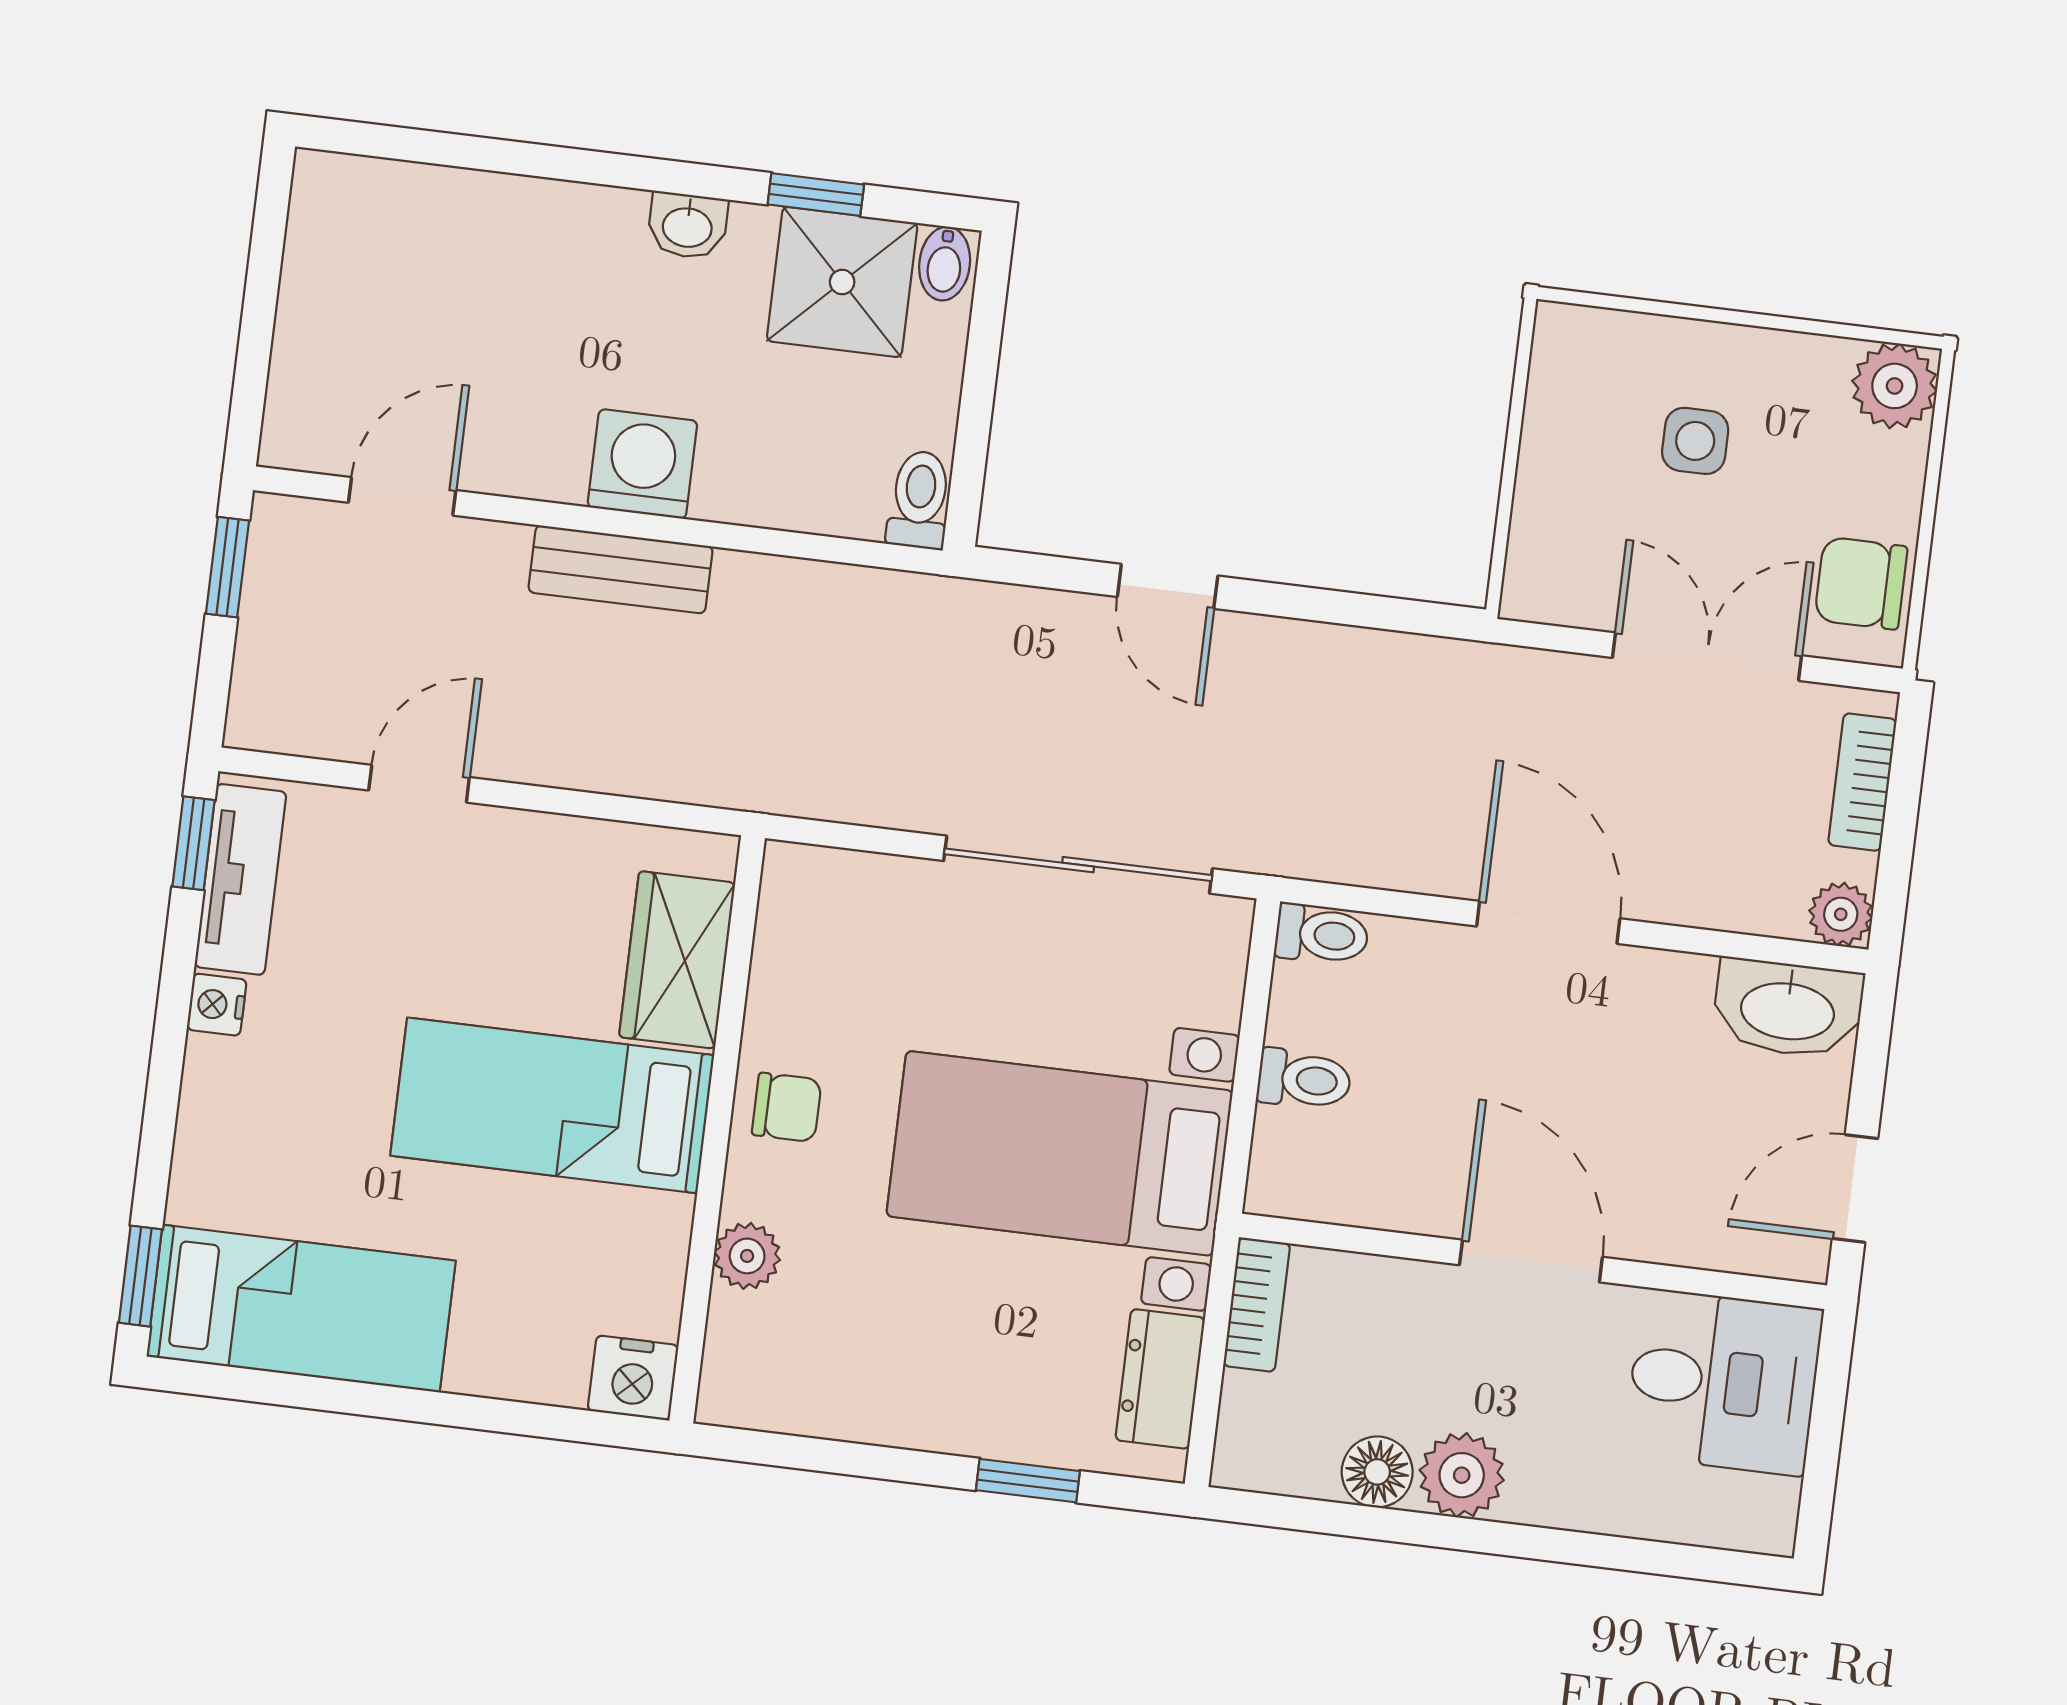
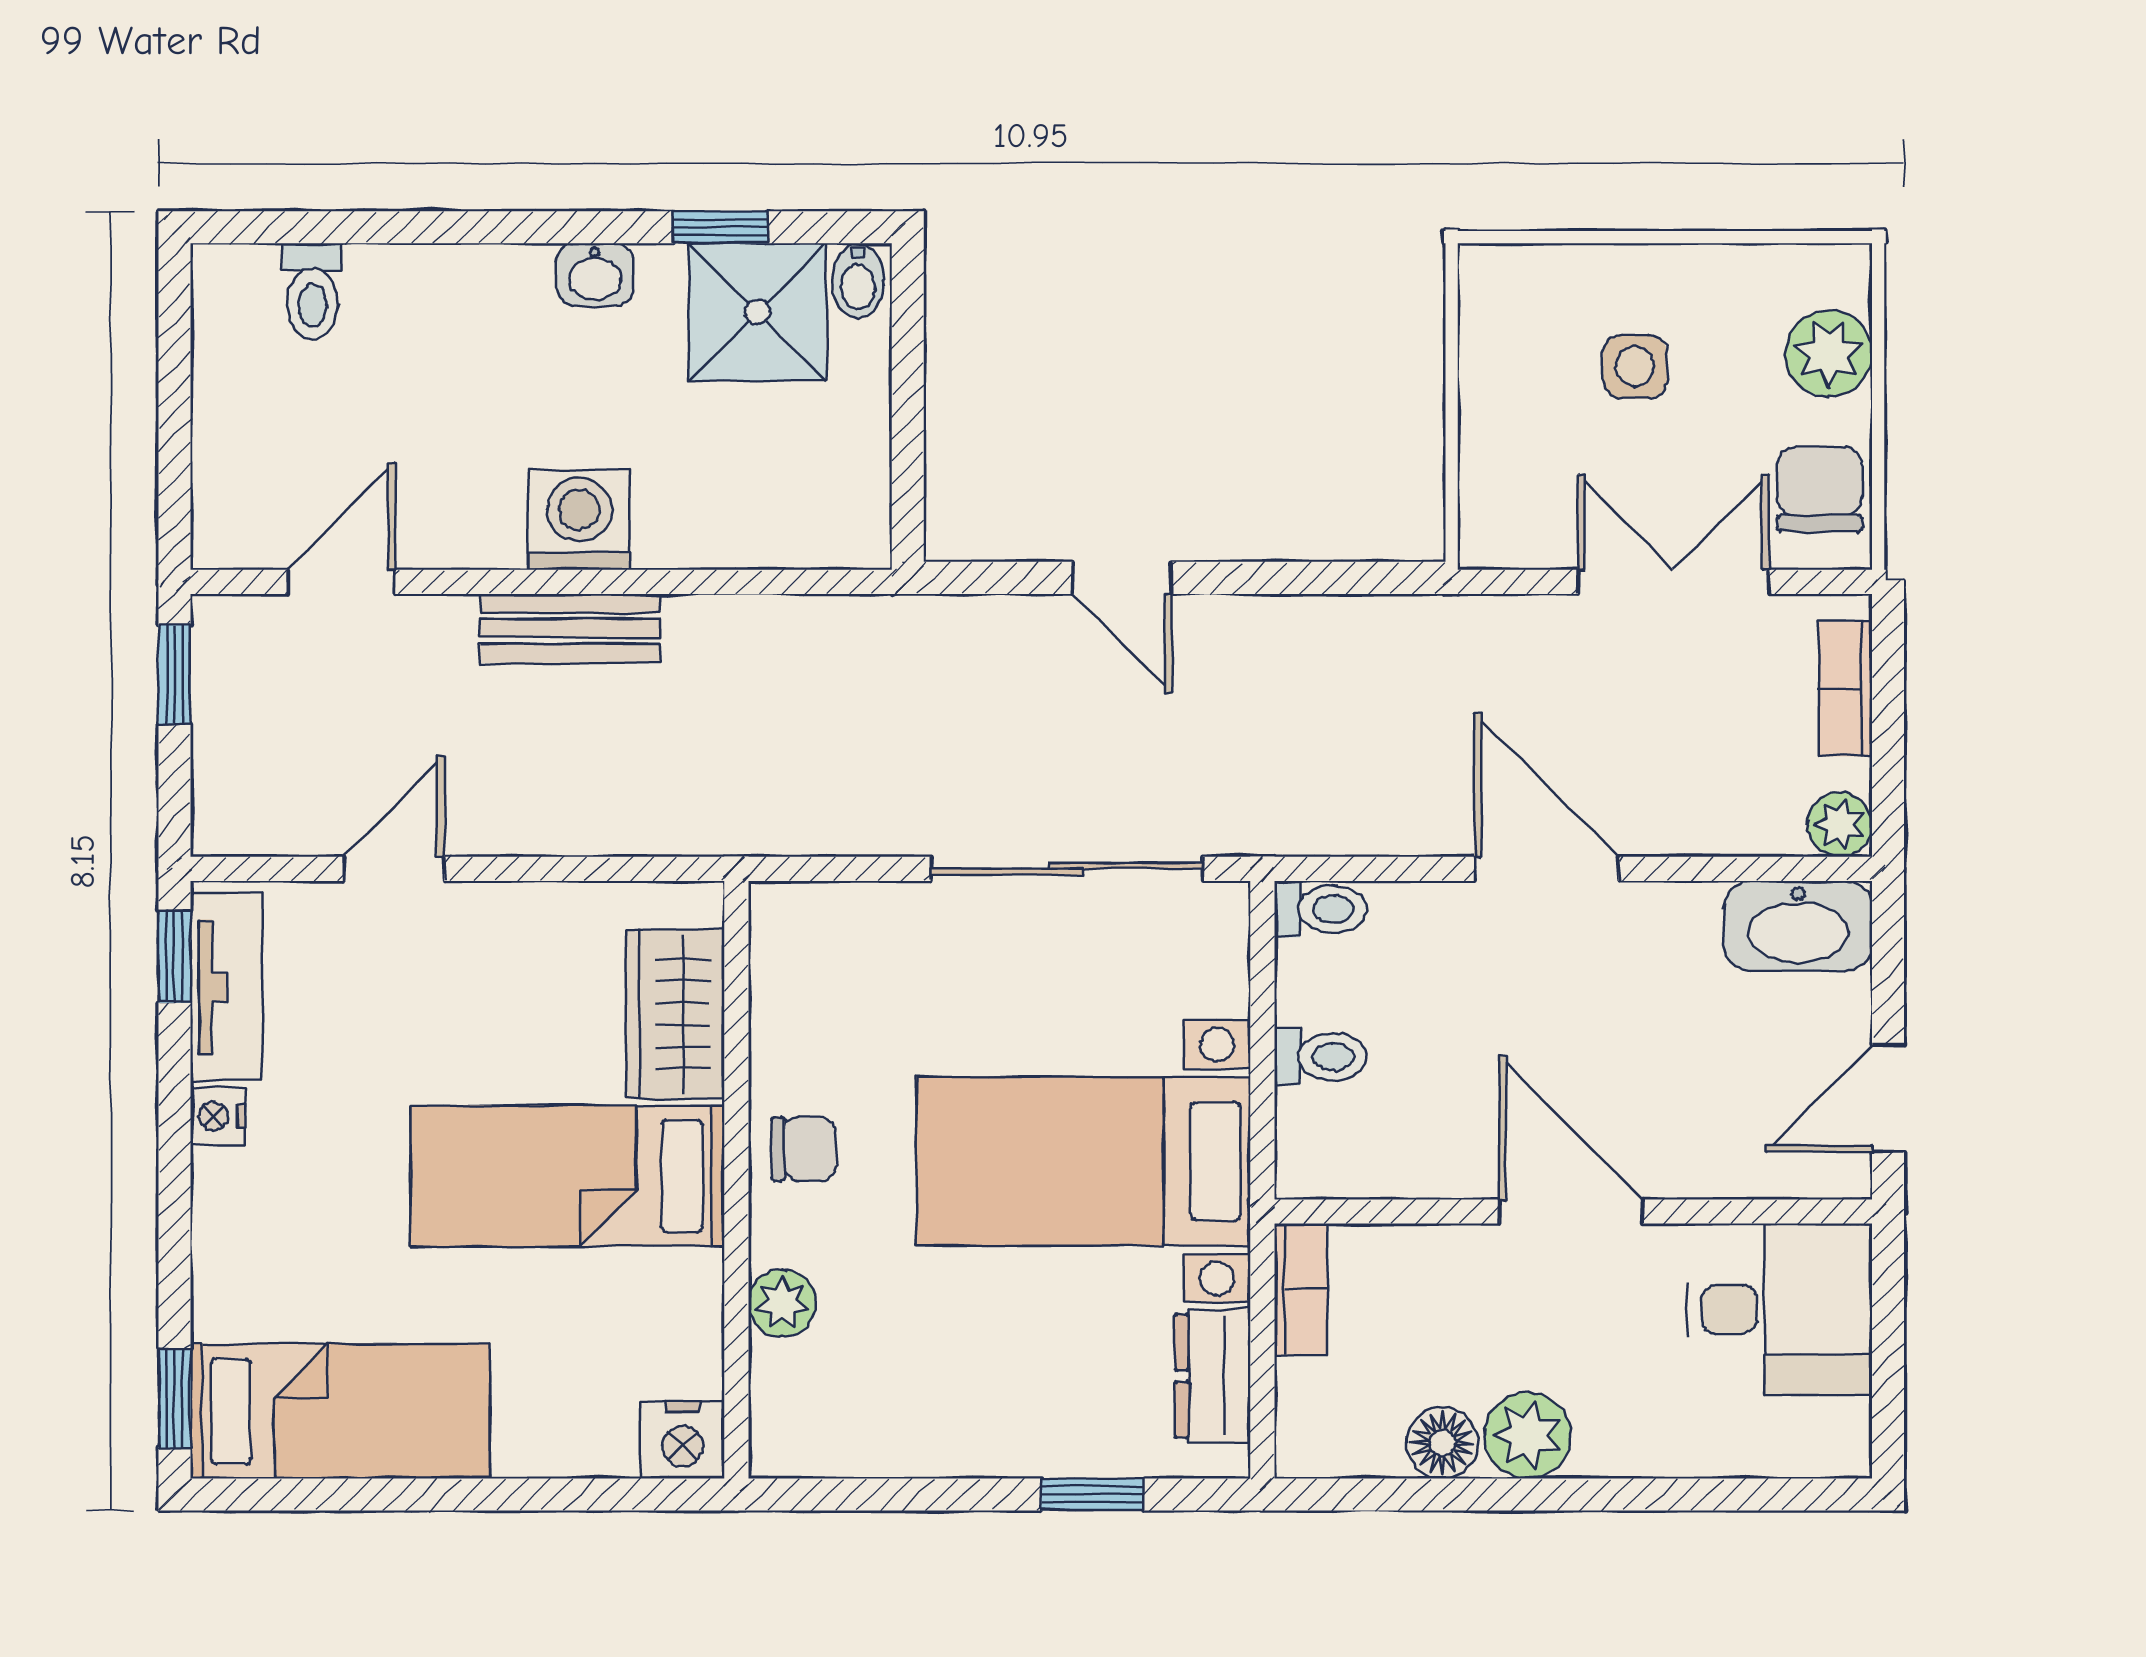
plant: (1895, 386) -> (1829, 353), moved
toilet: (919, 500) -> (312, 292), moved, turned 180
chair: (1861, 583) -> (1819, 489), turned 90

